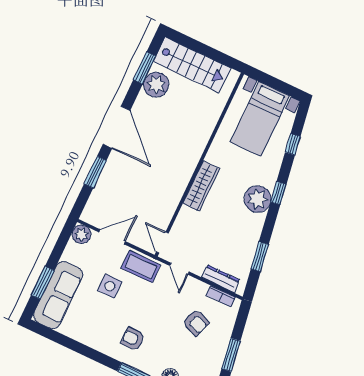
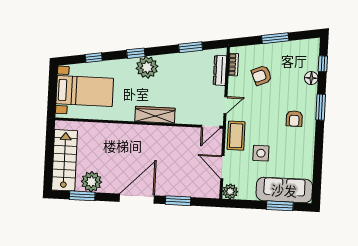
armchair: (196, 323) -> (262, 75), turned -134

